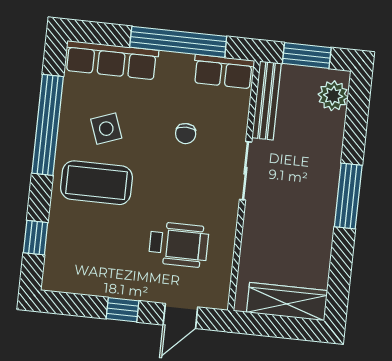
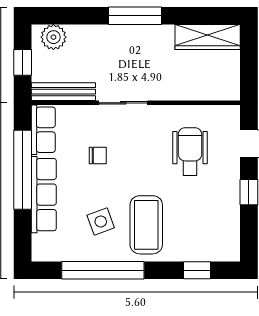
window: (307, 56) -> (23, 62), width x0.67
row of seats: (111, 60) -> (44, 195), moved
wardrobe: (287, 302) -> (208, 37), moved, turned -90

